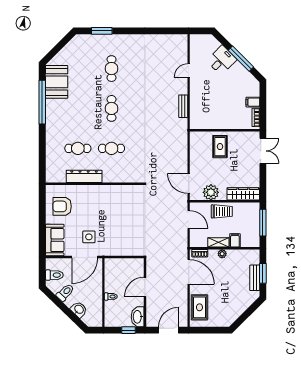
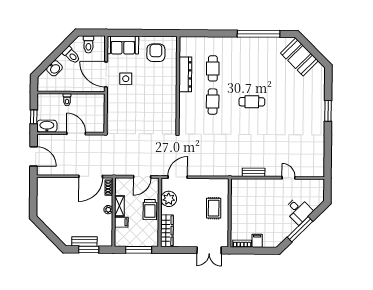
window: (102, 31) -> (328, 111), moved
cafe table: (111, 69) -> (291, 102), removed
booth: (57, 82) -> (299, 57), moved, turned 45
rug: (220, 147) -> (214, 208), turned 90
rug: (199, 307) -> (56, 187), removed

